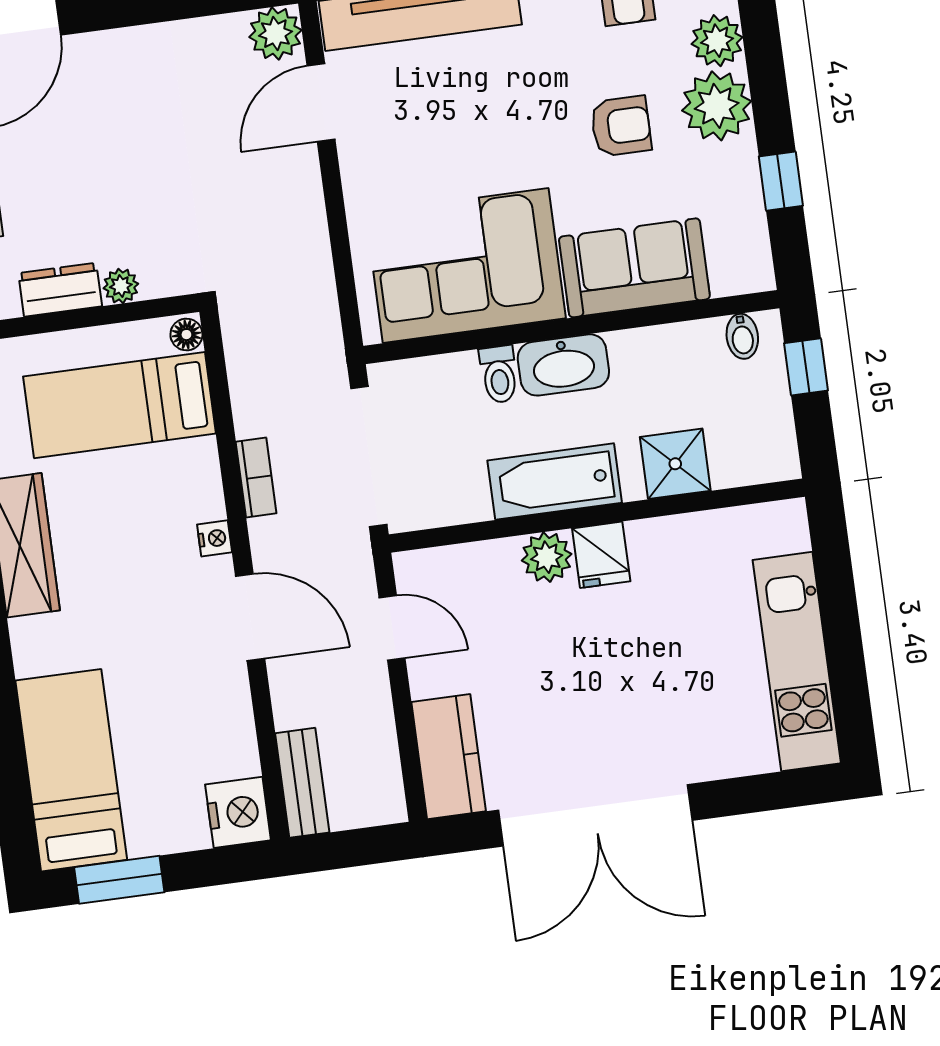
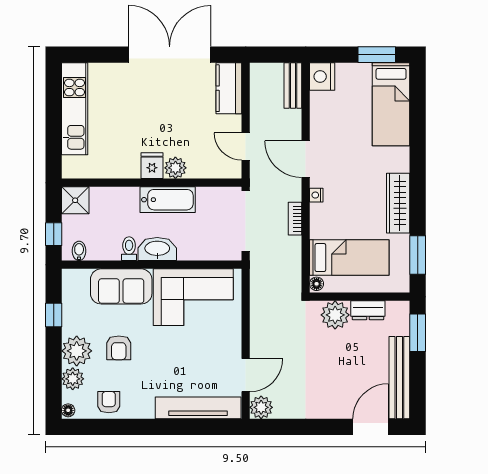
armchair: (621, 126) -> (119, 348), turned -90
plant: (121, 286) -> (335, 315), width x1.88, depth x1.88
toilet: (499, 374) -> (129, 249), moved
shower: (675, 464) -> (75, 200), moved

